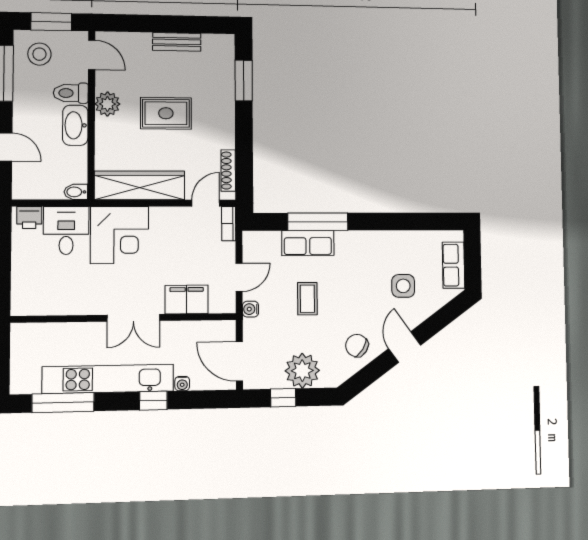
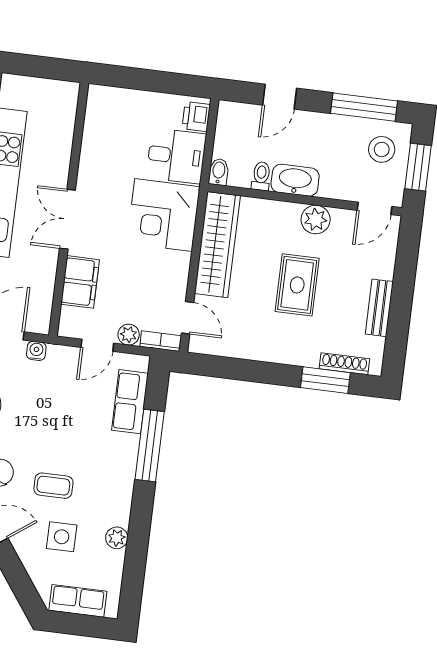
toilet: (71, 93) -> (261, 176), moved, width x0.73, depth x0.72
shoe rack: (228, 171) -> (344, 364), moved
plant: (398, 239) -> (117, 538), added
row of seats: (308, 243) -> (130, 402), moved
plant: (227, 252) -> (129, 335), added
door: (239, 277) -> (97, 345), hinge flipped
coffee table: (307, 299) -> (53, 486), moved
water cooler: (250, 309) -> (36, 351), moved

